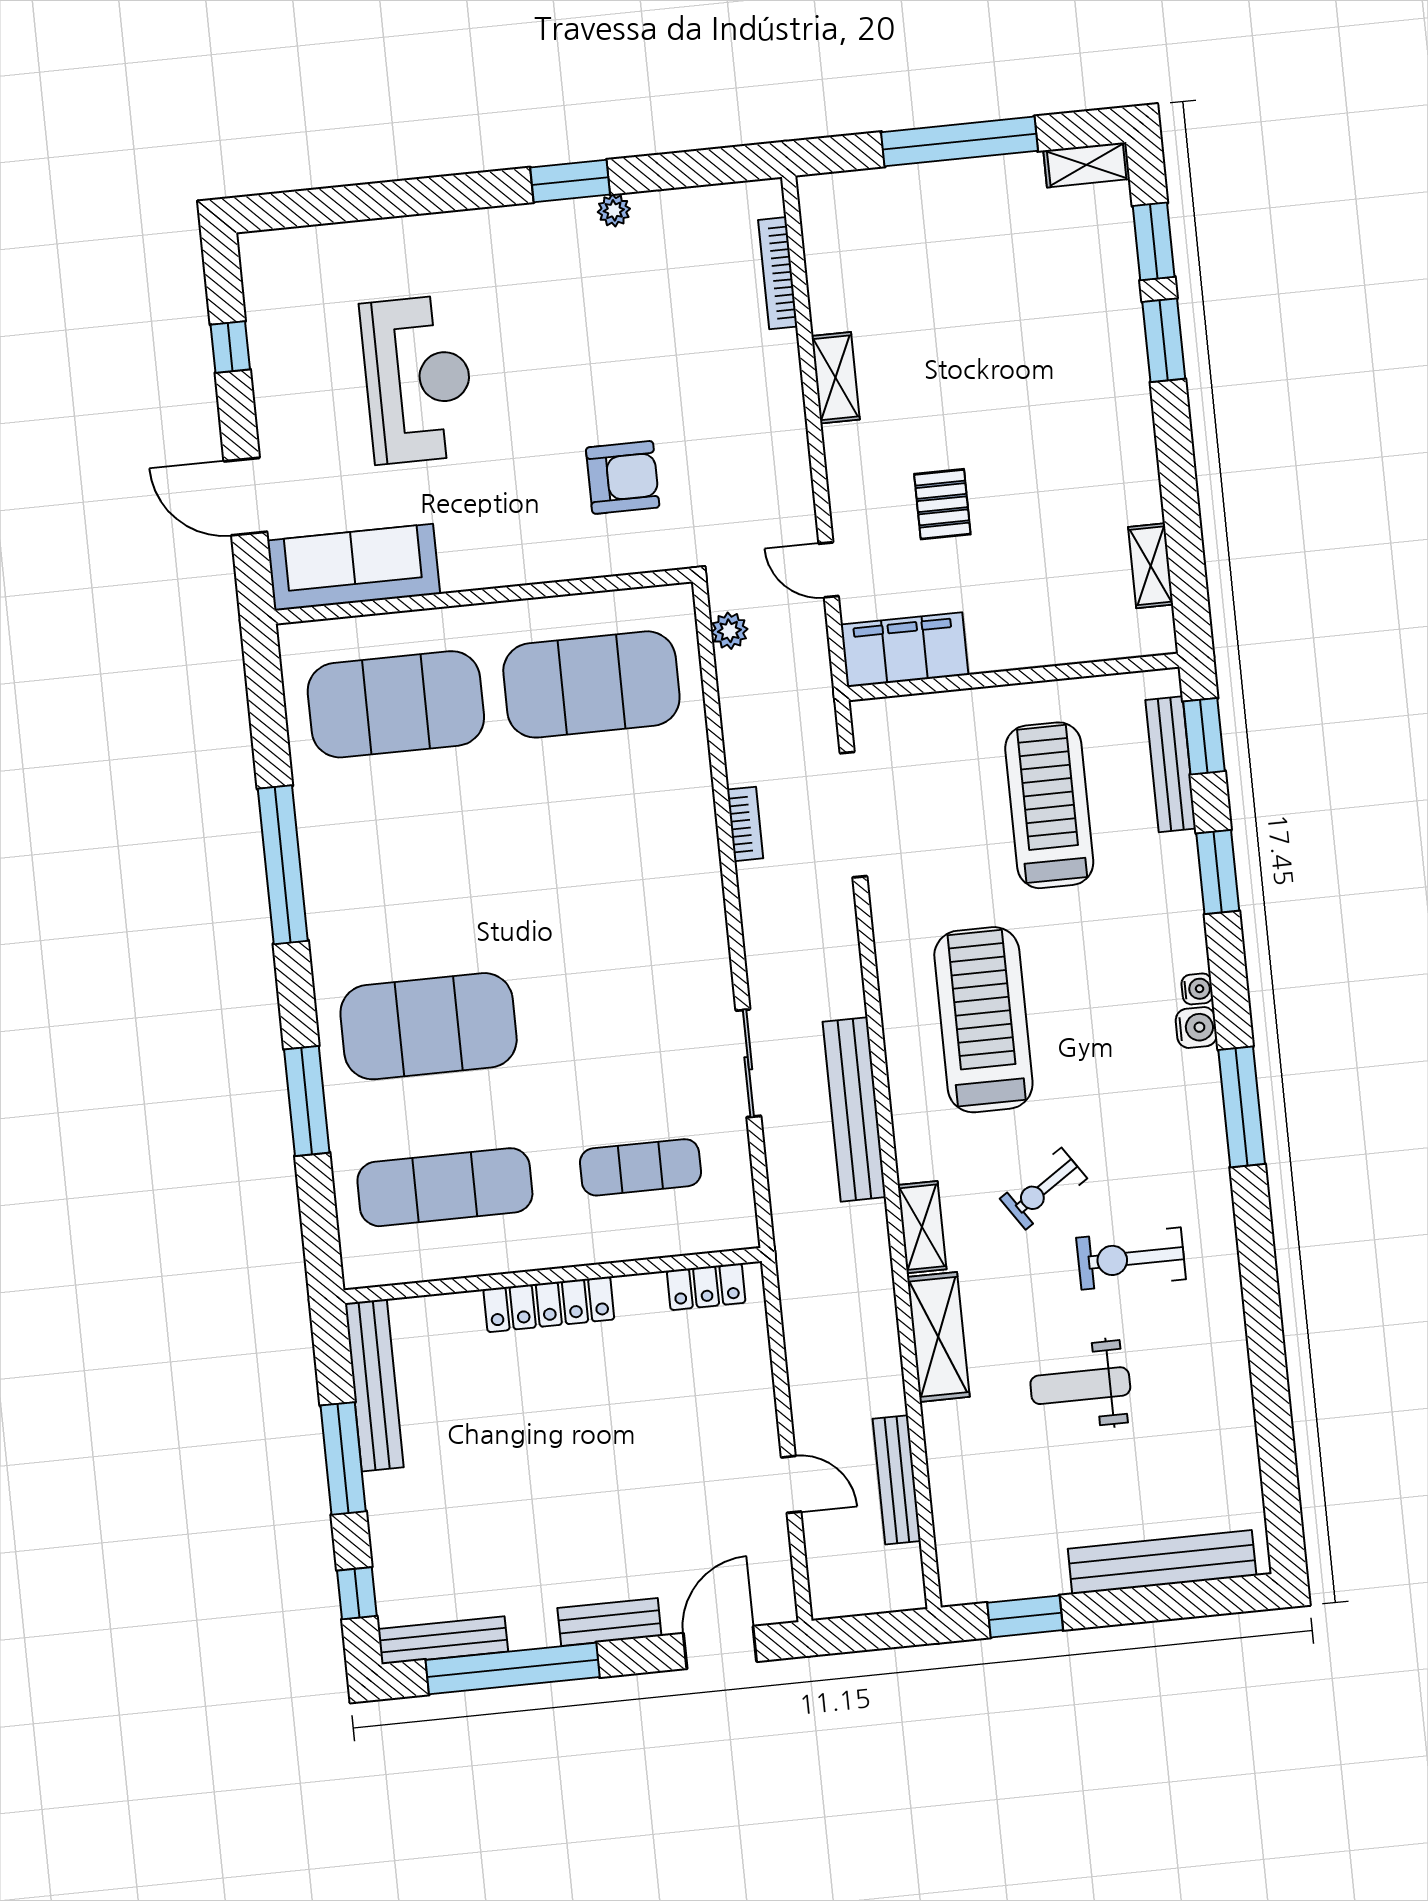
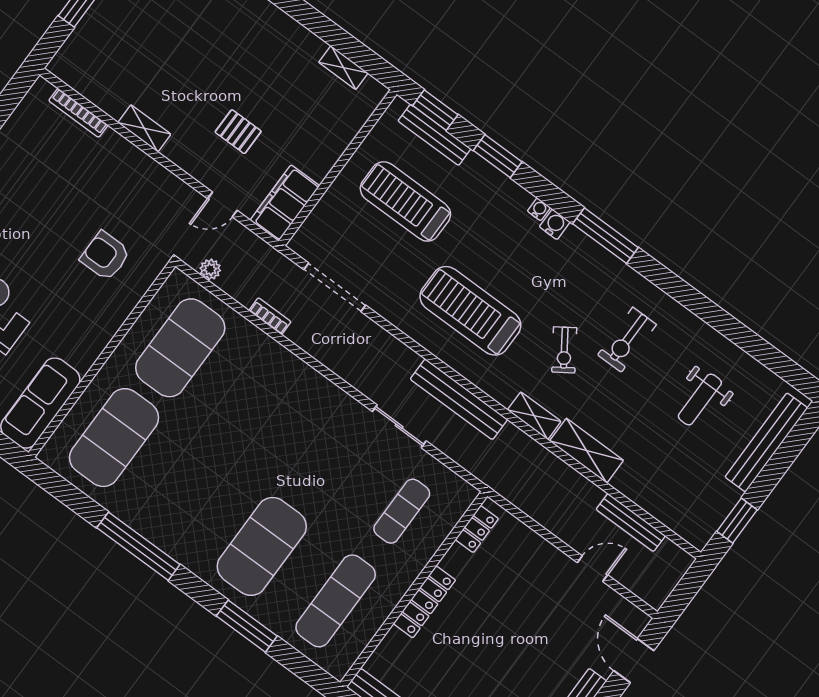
armchair: (623, 477) -> (105, 256), turned -90
bookcase: (745, 824) -> (270, 316), moved
weight bench: (1080, 1386) -> (700, 399), moved

